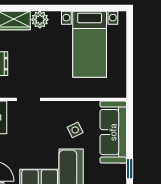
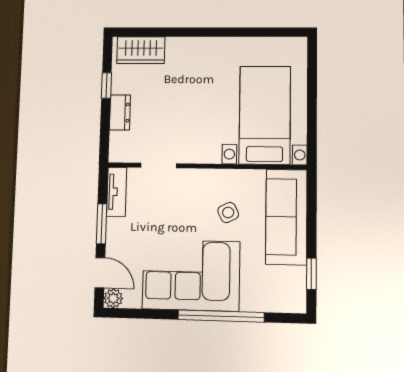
plant: (40, 20) -> (179, 49), removed
bed with nightstands: (90, 44) -> (265, 115), moved, turned 180

